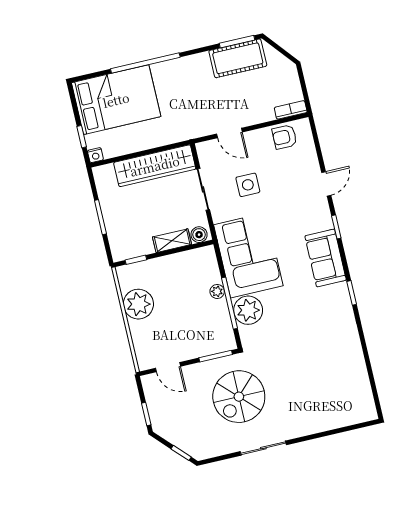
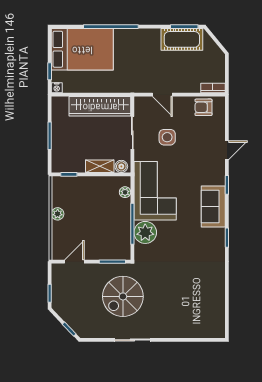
plant: (217, 291) -> (125, 192), moved
plant: (138, 304) -> (58, 214), width x0.53, depth x0.53
door: (168, 367) -> (74, 262), swing flipped

